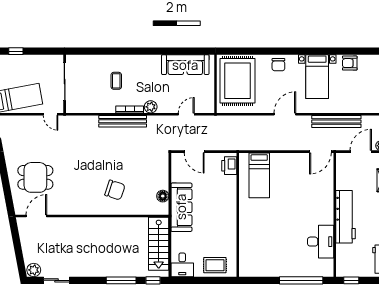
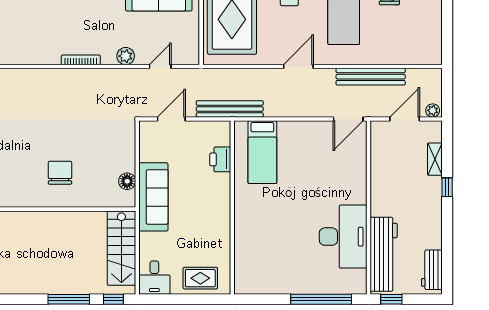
coffee table: (116, 81) -> (62, 20), removed
plant: (151, 107) -> (126, 56), moved
bench: (123, 121) -> (230, 109), moved
door: (194, 152) -> (171, 119), swing flipped
printer: (229, 166) -> (220, 159), moved
chair: (115, 190) -> (60, 173), turned -108
workbench: (346, 217) -> (384, 254), moved
desk: (321, 242) -> (343, 237), width x1.36, depth x1.30

